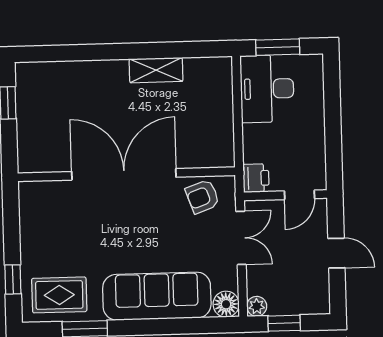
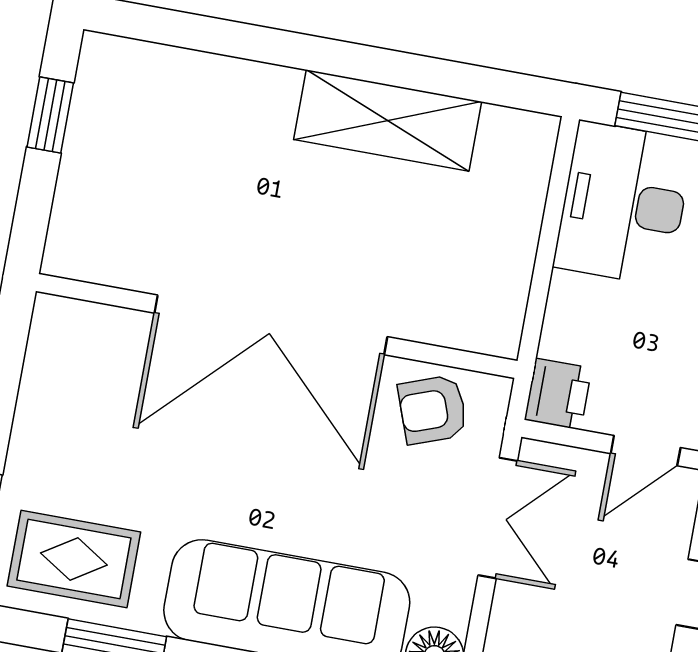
shelving: (156, 70) -> (388, 121), width x1.50, depth x1.33
double door: (124, 174) -> (271, 325), swing flipped

